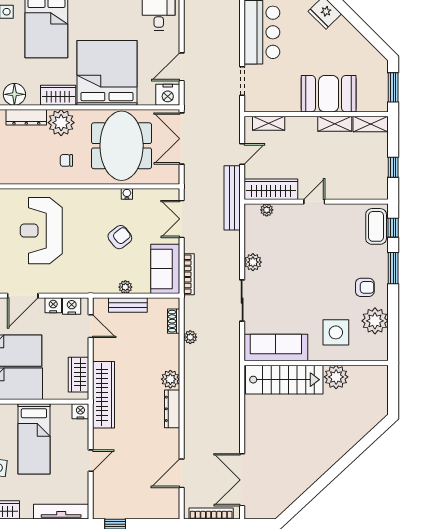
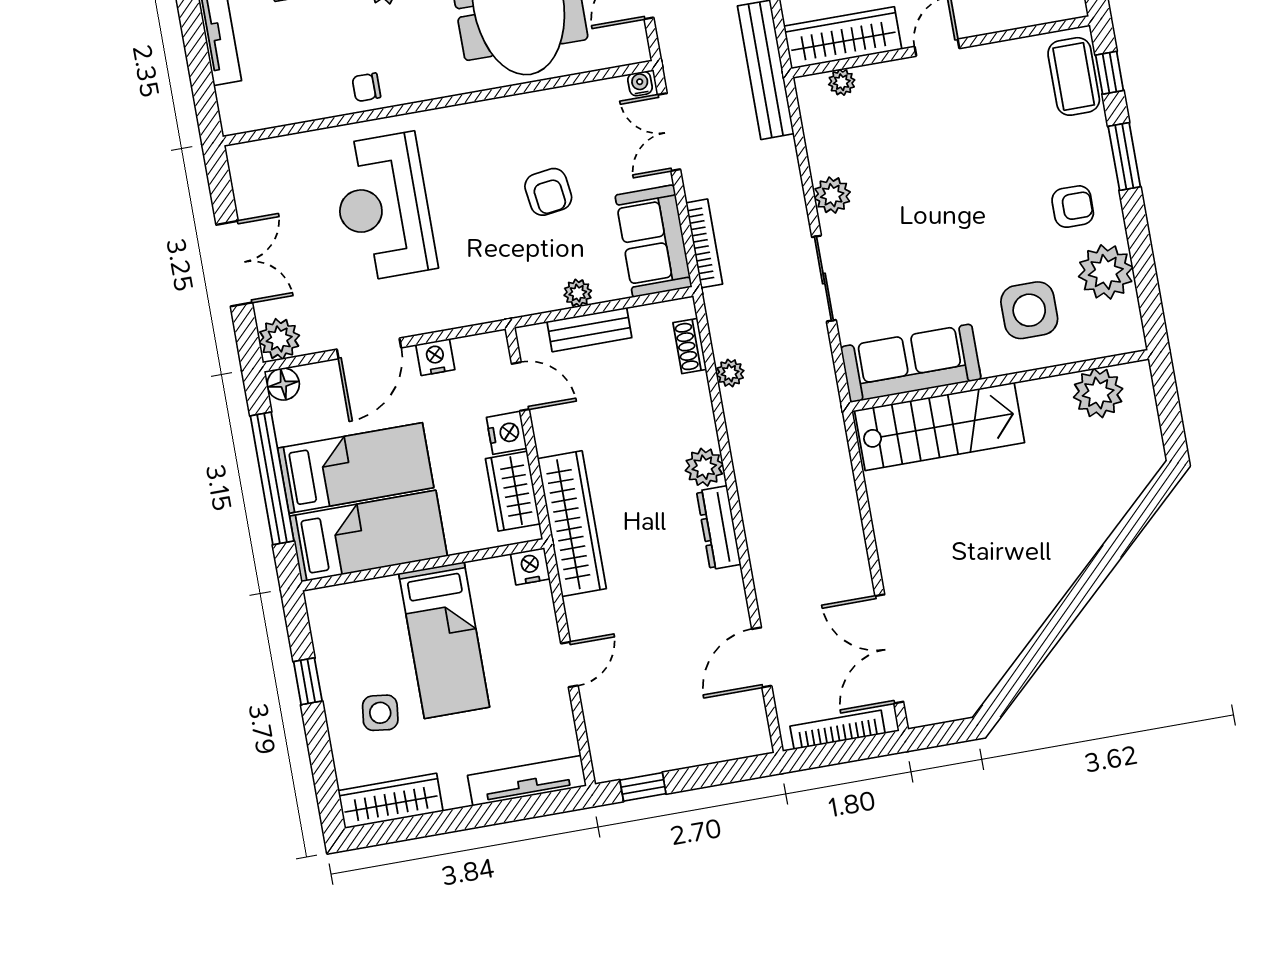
chair: (66, 160) -> (366, 87), moved
water cooler: (127, 194) -> (640, 84), moved
armchair: (120, 237) -> (548, 192), turned 120
nightstand: (72, 306) -> (507, 433), moved, turned 90
plant: (336, 377) -> (1098, 393), moved

